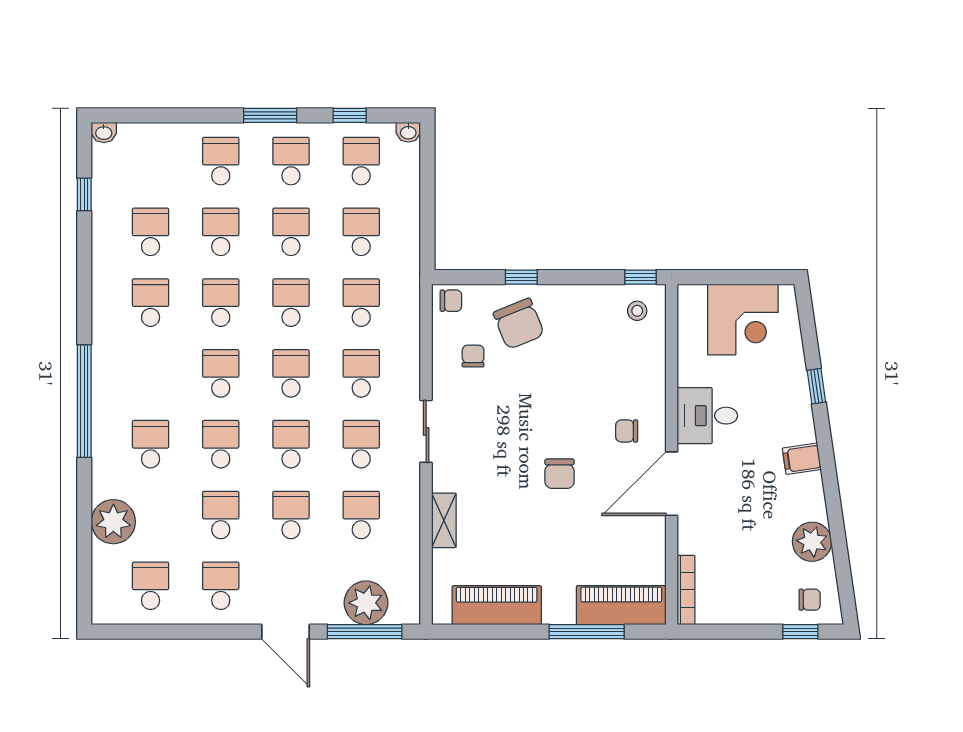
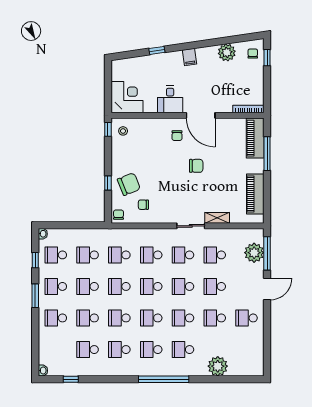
corner desk: (743, 319) -> (127, 97), moved
sliding door: (426, 431) -> (191, 226), moved
school desk: (151, 586) -> (151, 350), moved

